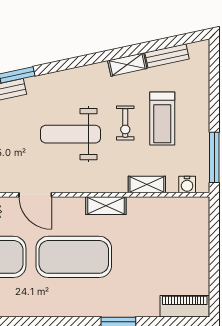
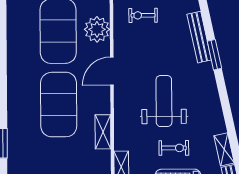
exercise bike: (125, 123) -> (174, 148), turned 180

